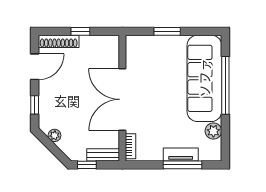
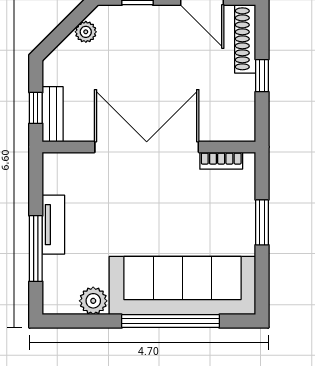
bookcase: (131, 146) -> (221, 161), moved
tv unit: (181, 155) -> (53, 225), moved
window: (87, 165) -> (36, 108), moved

